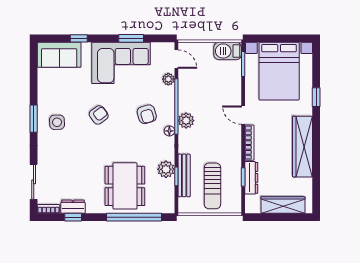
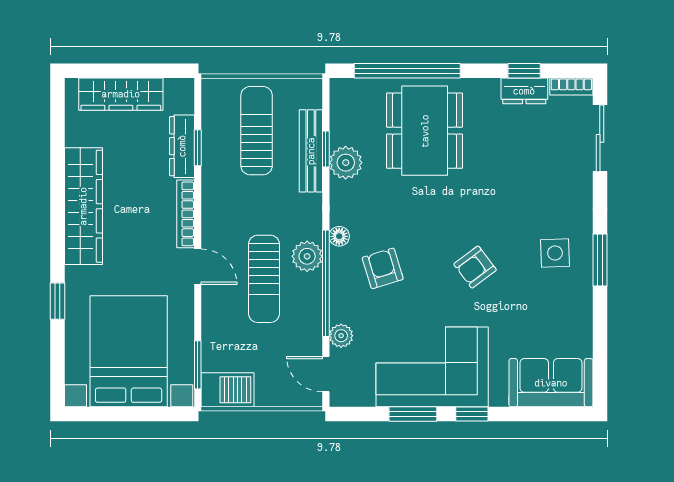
window: (79, 38) -> (472, 414), moved
sun lounger: (209, 109) -> (264, 279), added

